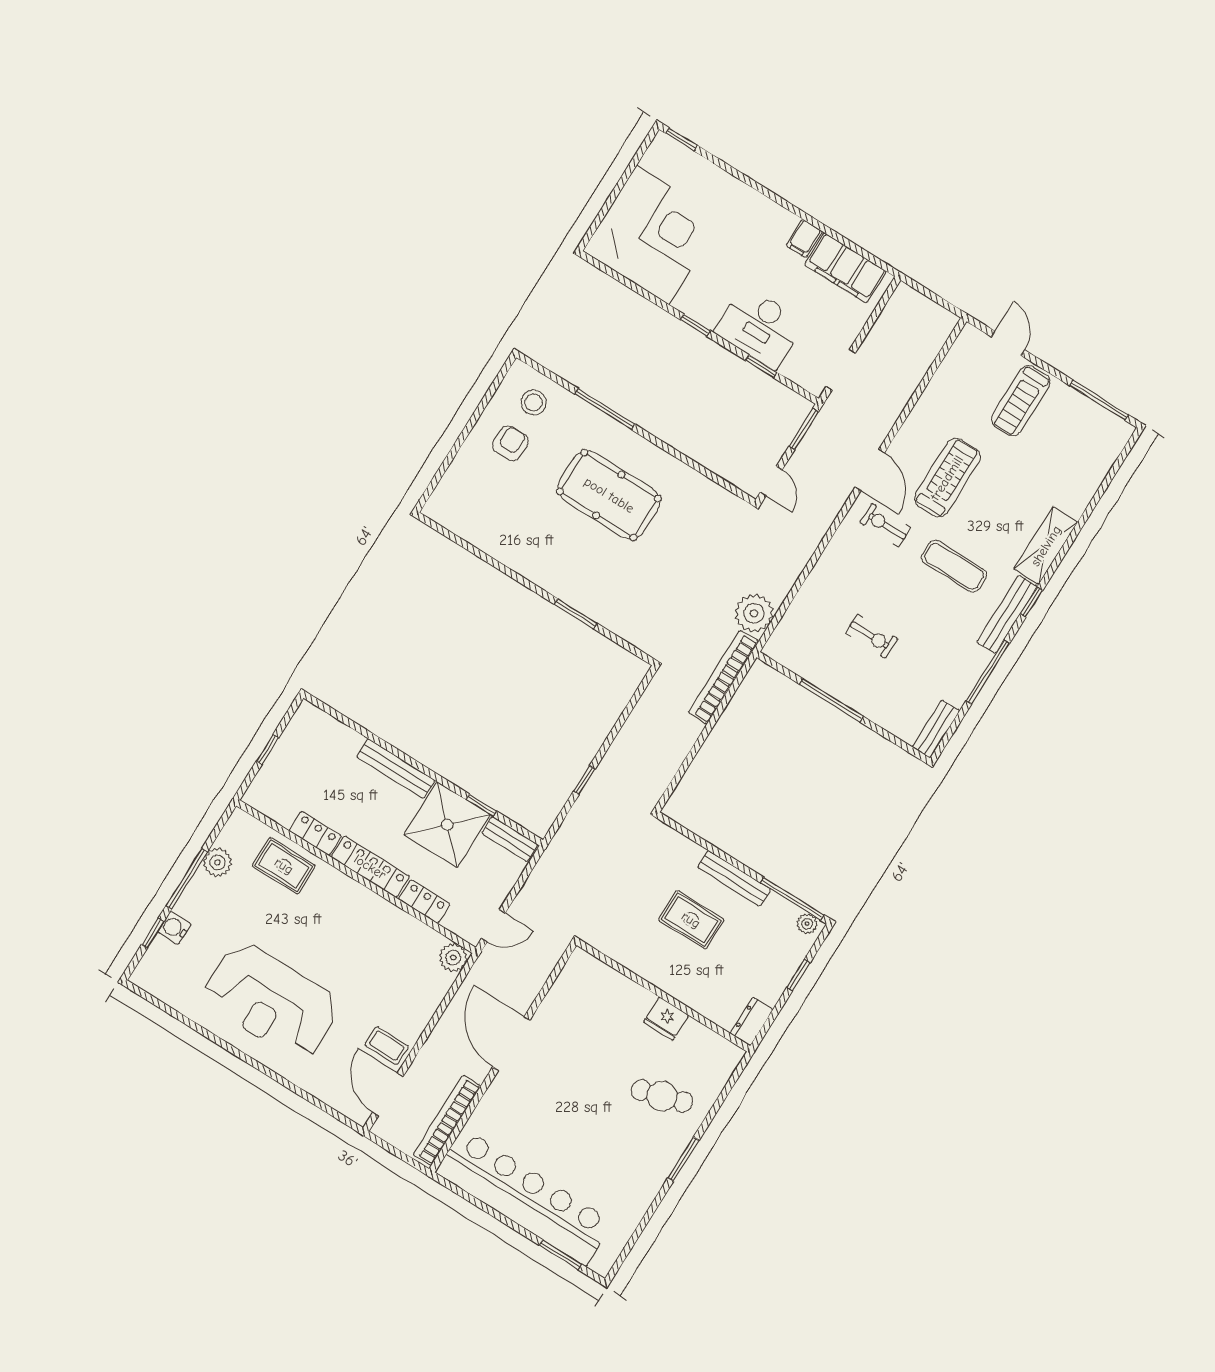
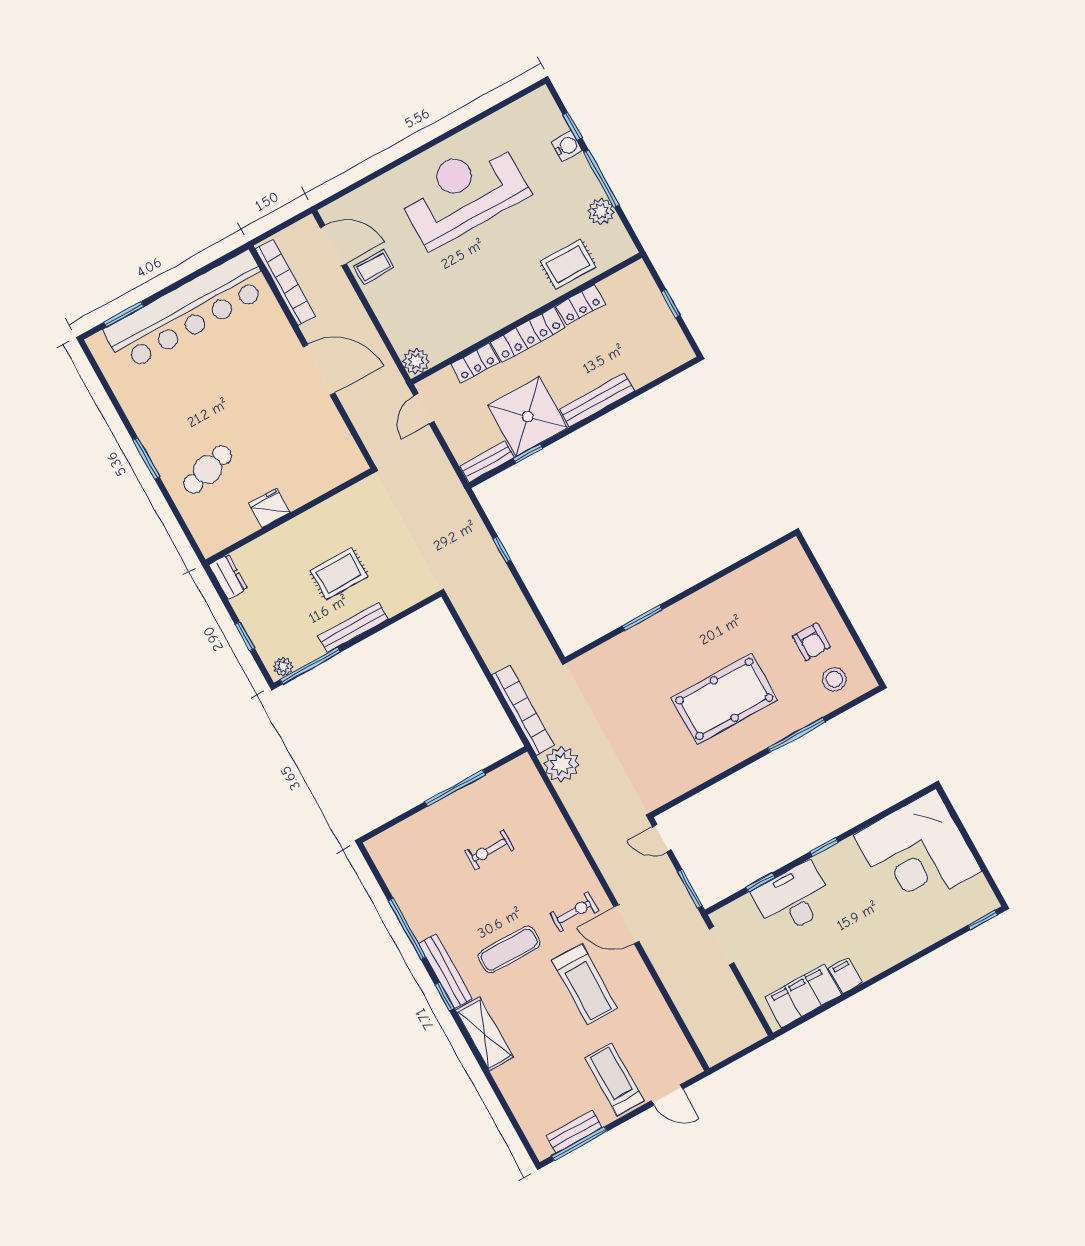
bench: (936, 729) -> (574, 1132), moved, turned 90

